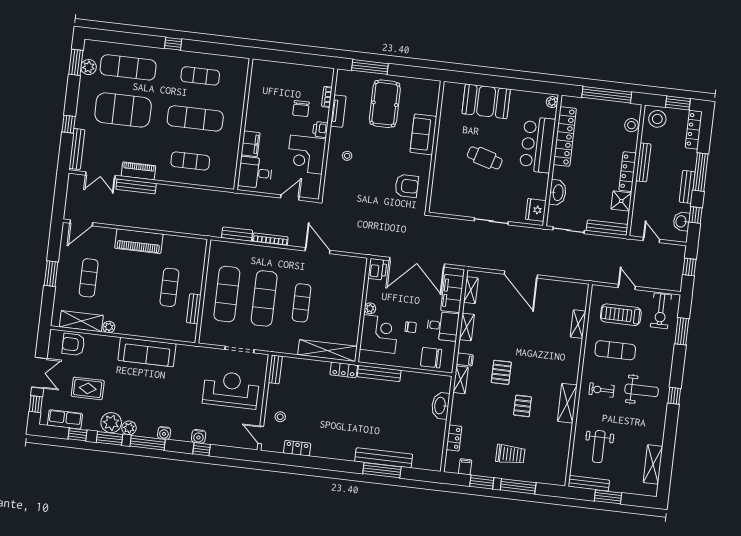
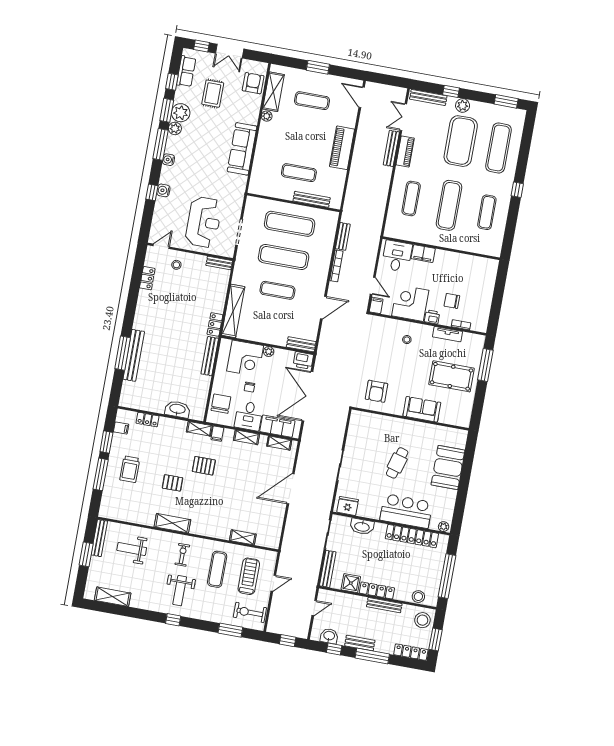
plant: (89, 67) -> (463, 105), moved
filing cabinet: (311, 192) -> (376, 305), added
bench: (360, 273) -> (301, 344), added
bench: (194, 309) -> (312, 199), moved, width x1.36

